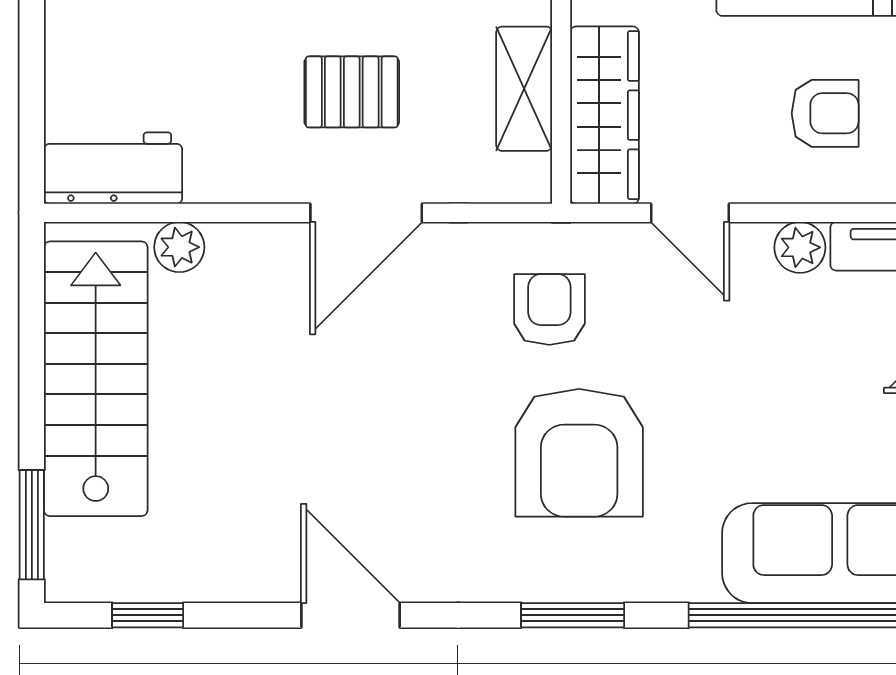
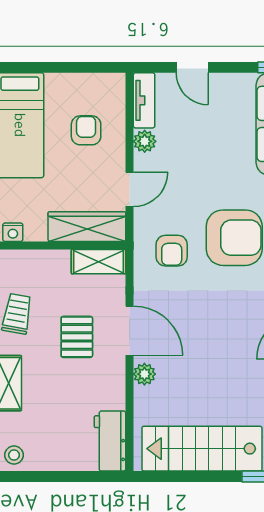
shelving: (524, 89) -> (98, 262), moved
plant: (179, 247) -> (144, 374), moved
armchair: (549, 309) -> (172, 251), turned -90

